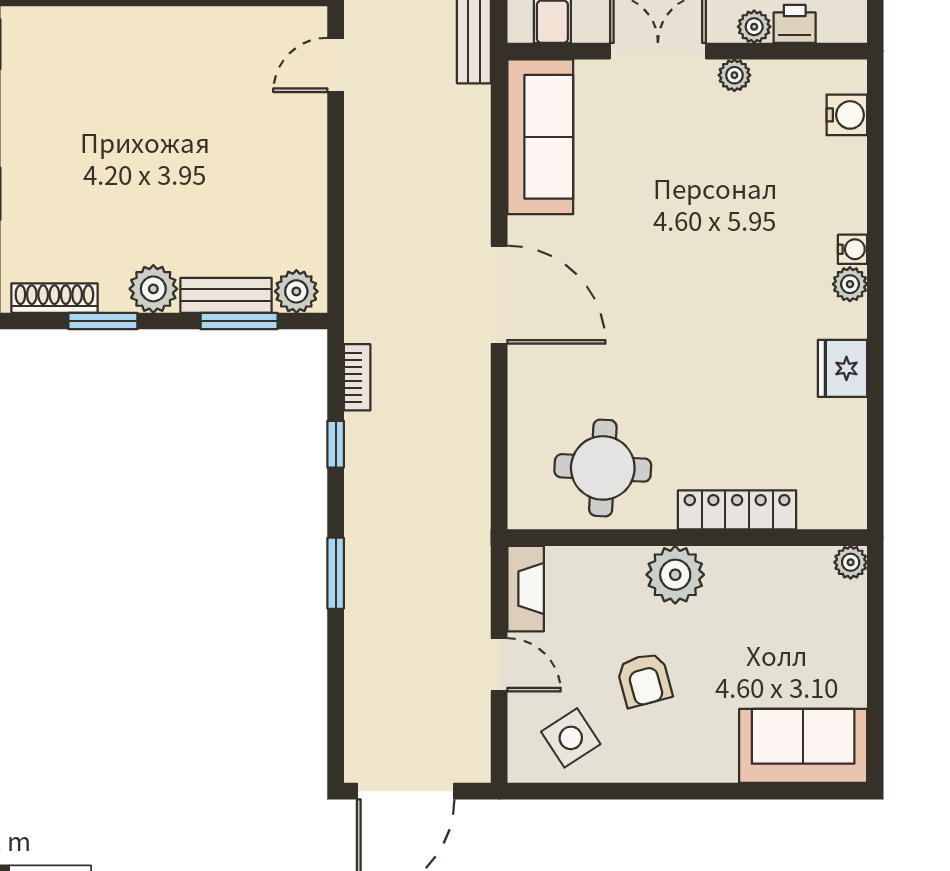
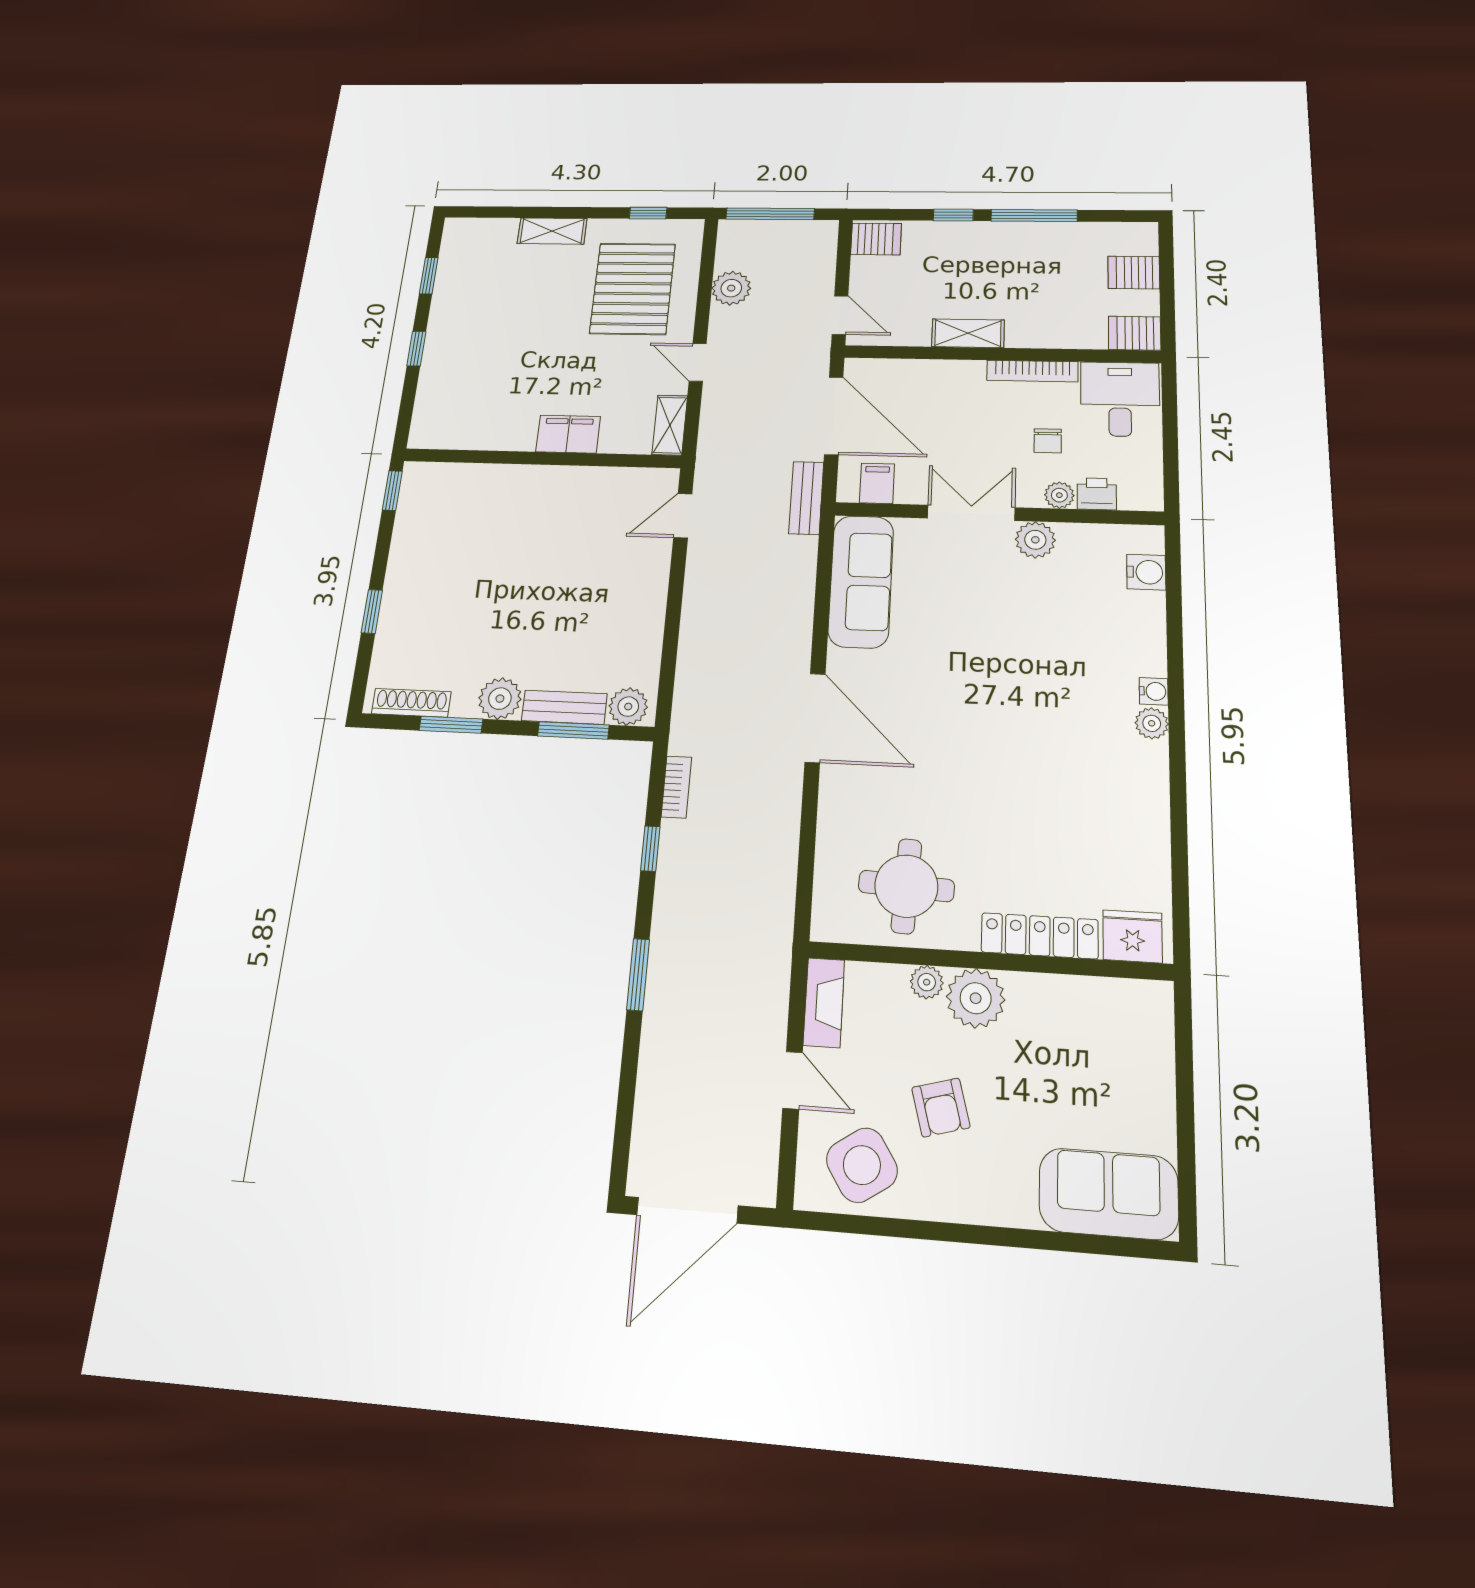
plant: (734, 75) -> (1035, 540), width x1.38, depth x1.38
fridge: (843, 368) -> (1133, 936), moved, turned 90
plant: (851, 562) -> (927, 982), moved
side table: (571, 738) -> (862, 1165), width x1.37, depth x1.37

